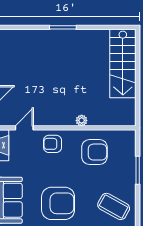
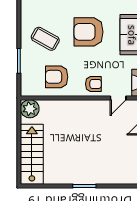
plant: (82, 120) -> (30, 109), moved, width x1.87, depth x1.87
coffee table: (114, 206) -> (45, 39), moved

